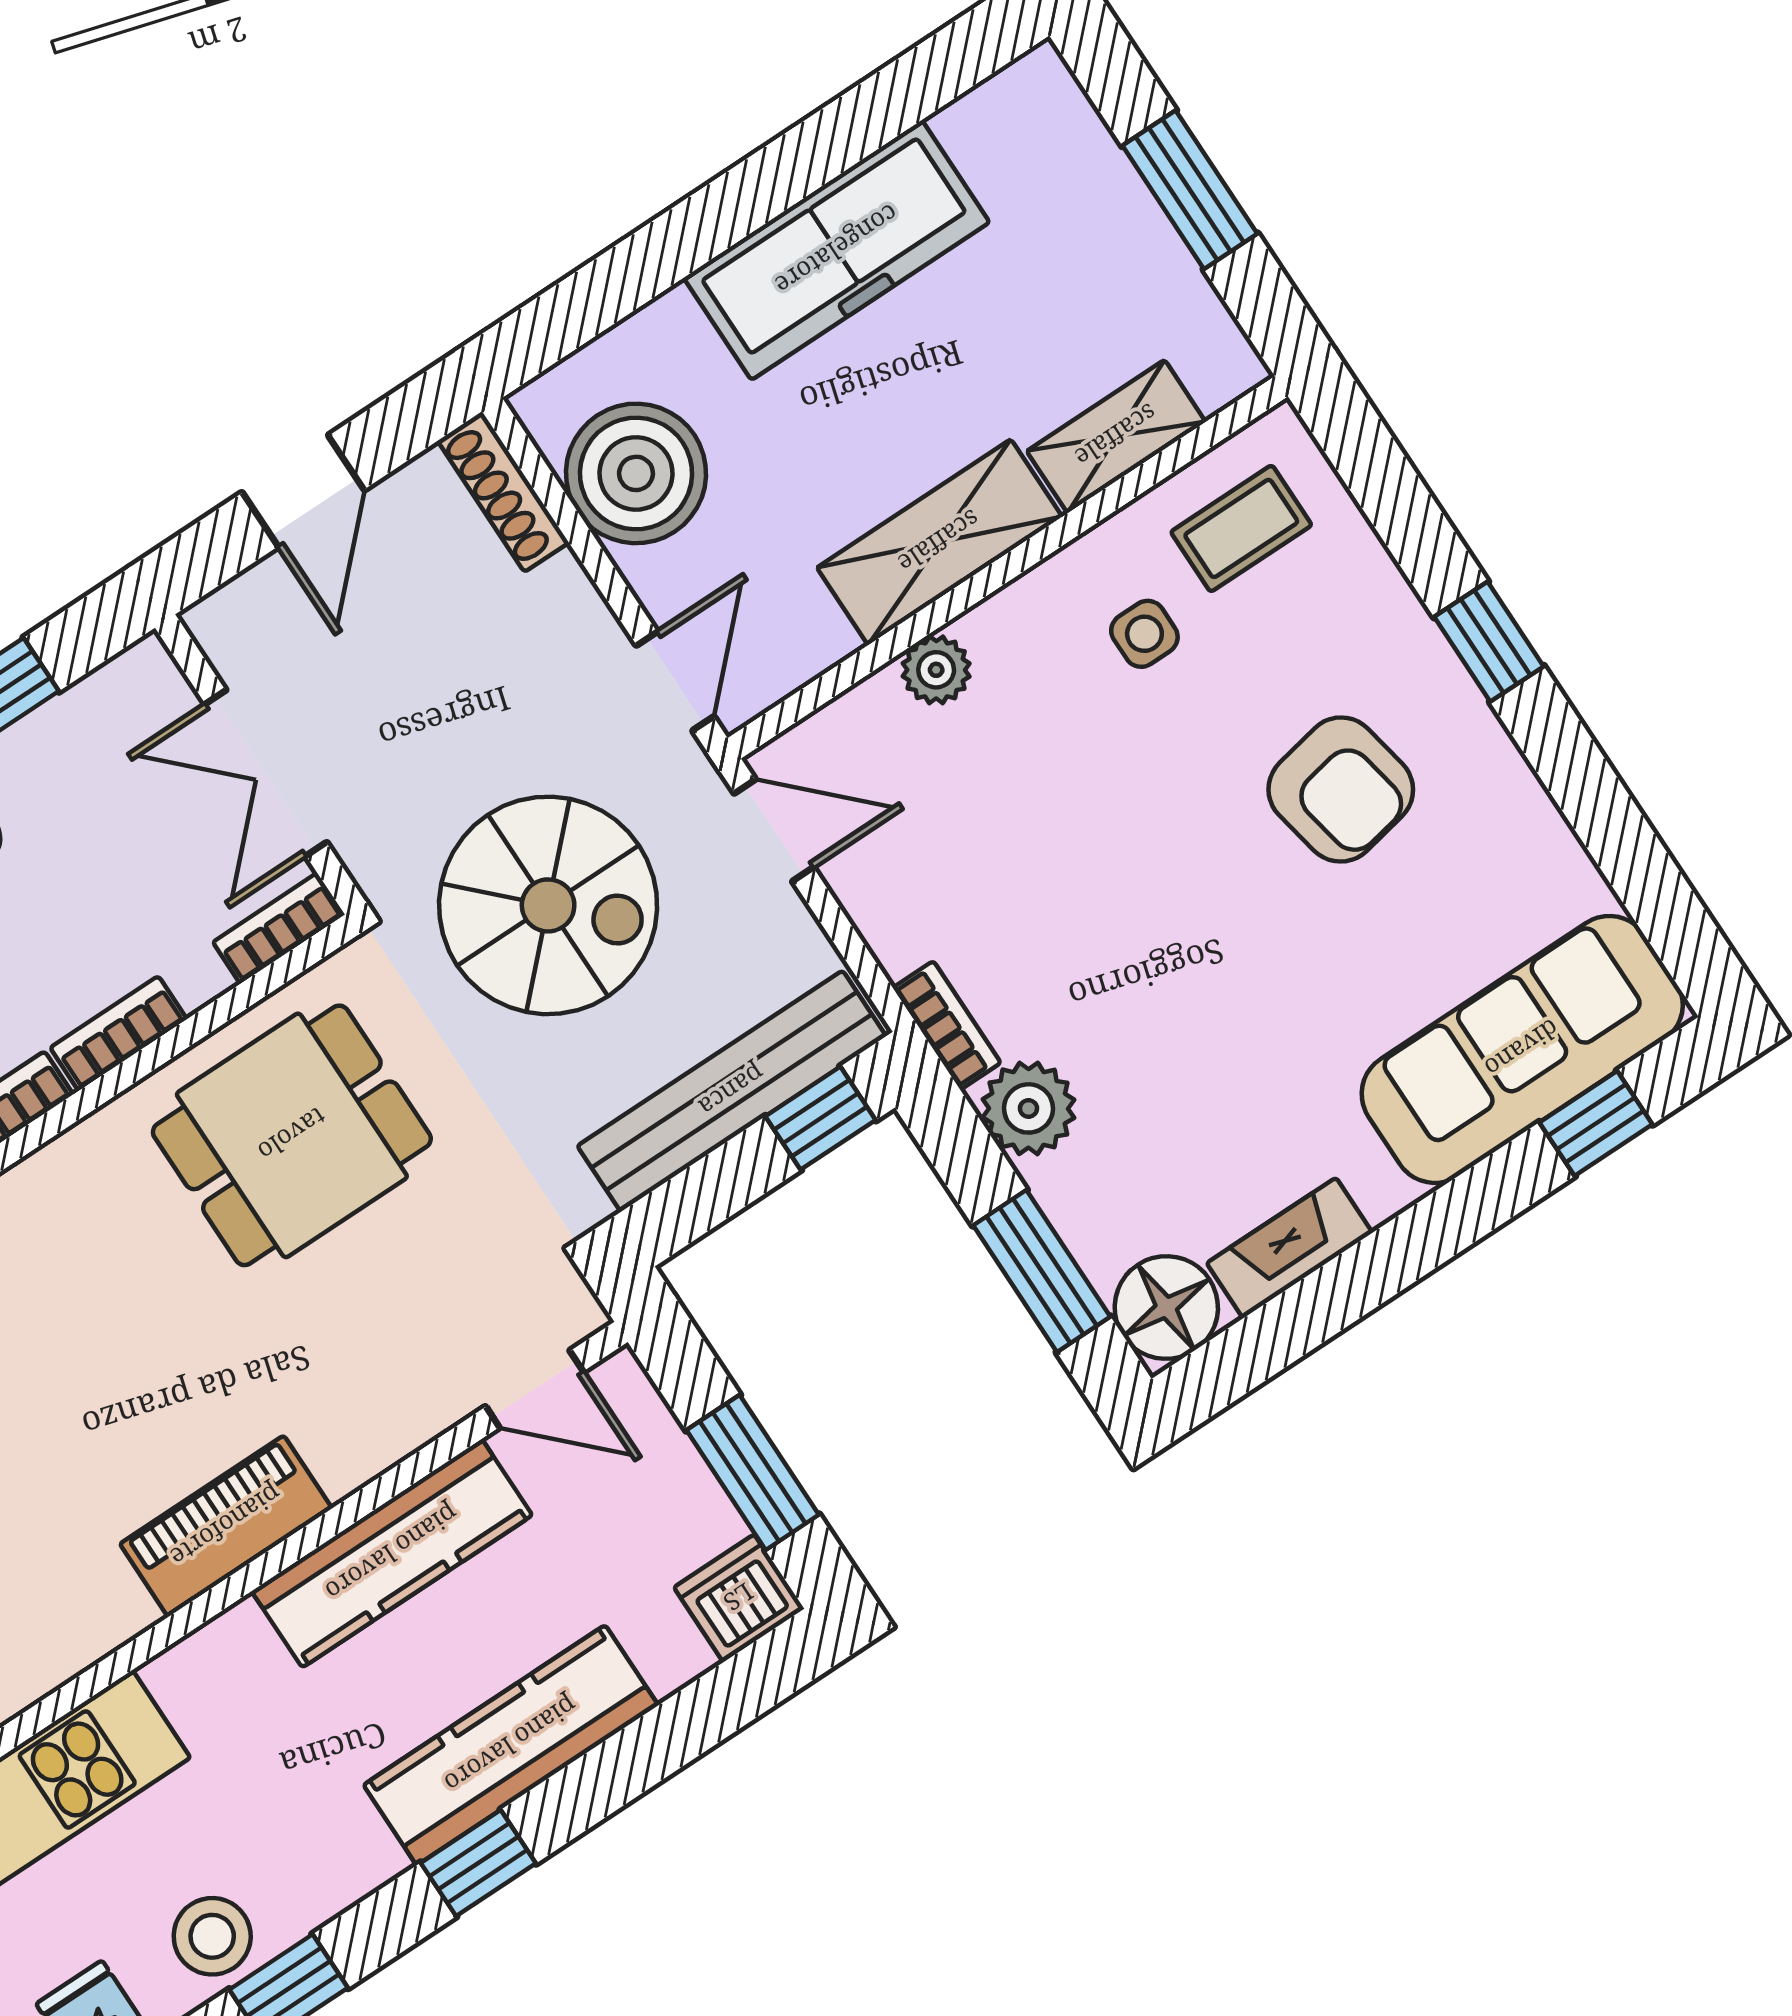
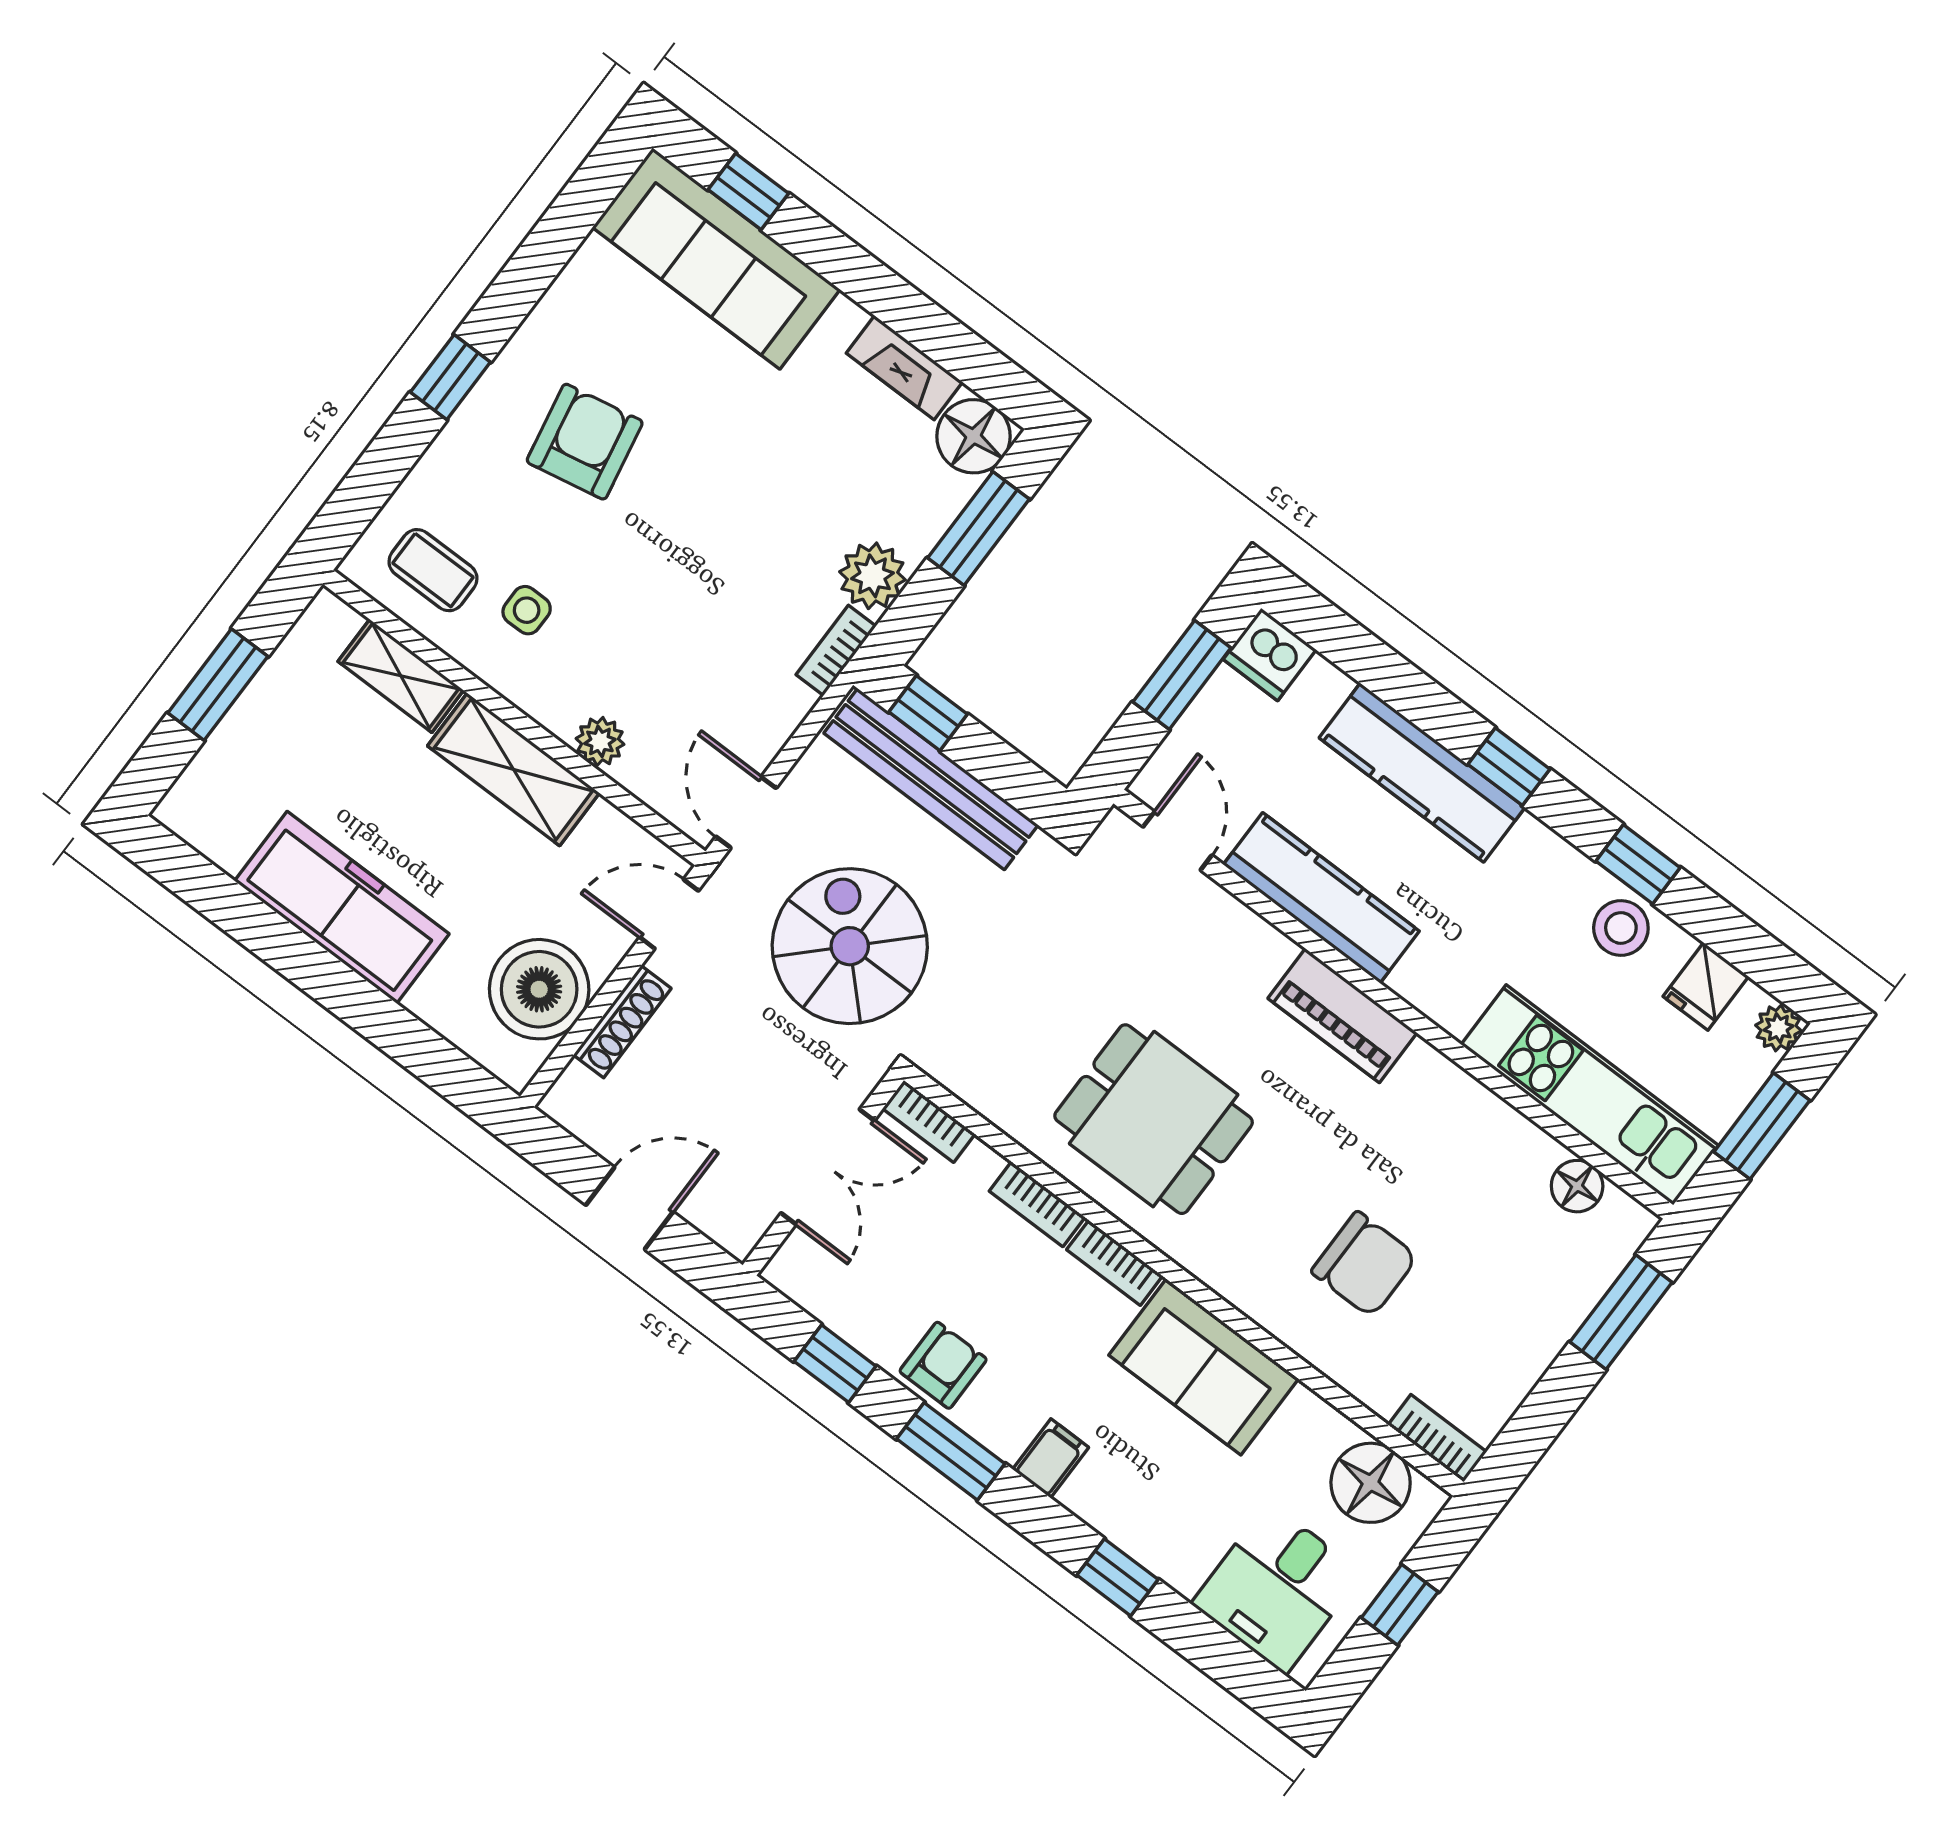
shoe rack: (503, 492) -> (622, 1022), moved
dining table: (292, 1135) -> (1154, 1119), moved

